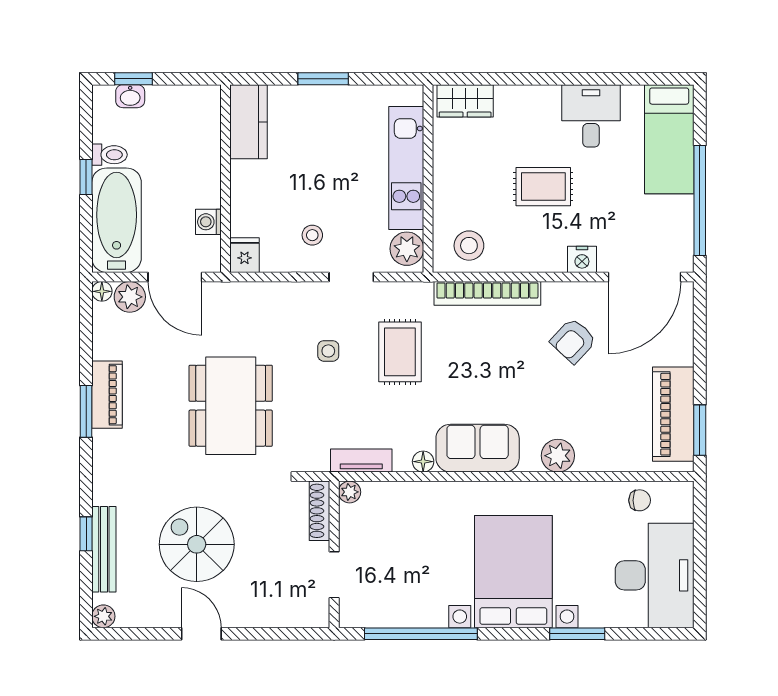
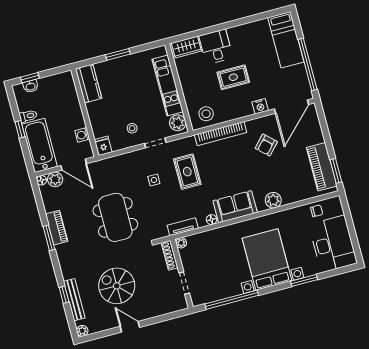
desk: (591, 116) -> (216, 47), moved

